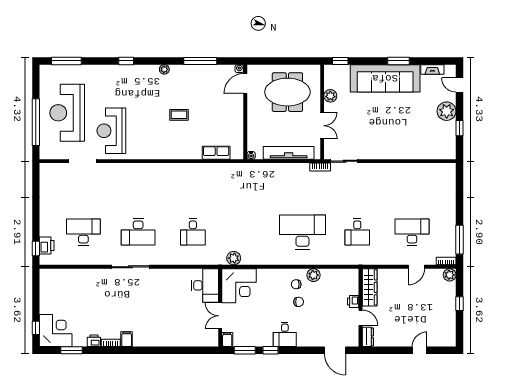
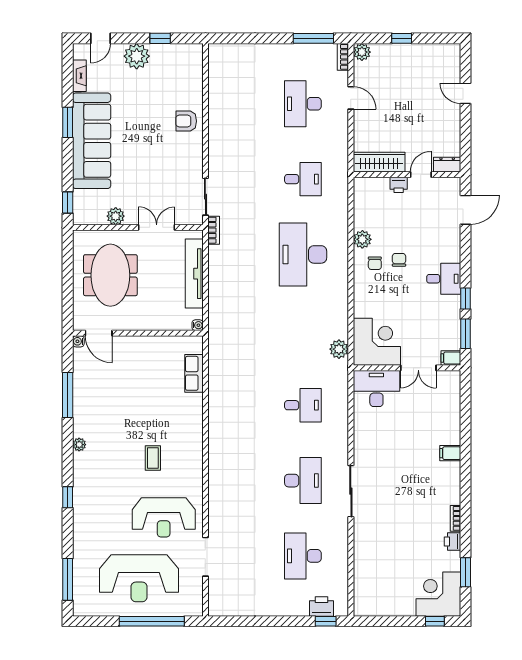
coffee table: (179, 115) -> (153, 458), moved
armchair: (399, 147) -> (186, 121), added
filing cabinet: (127, 339) -> (450, 453), moved

